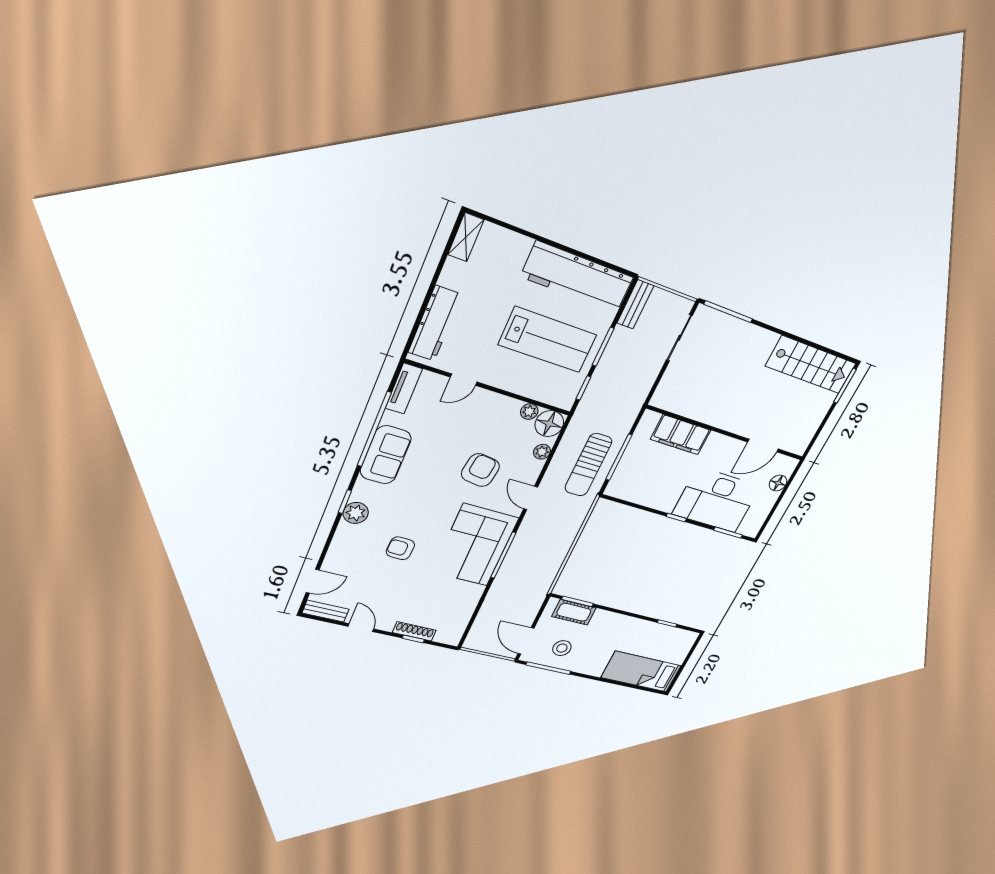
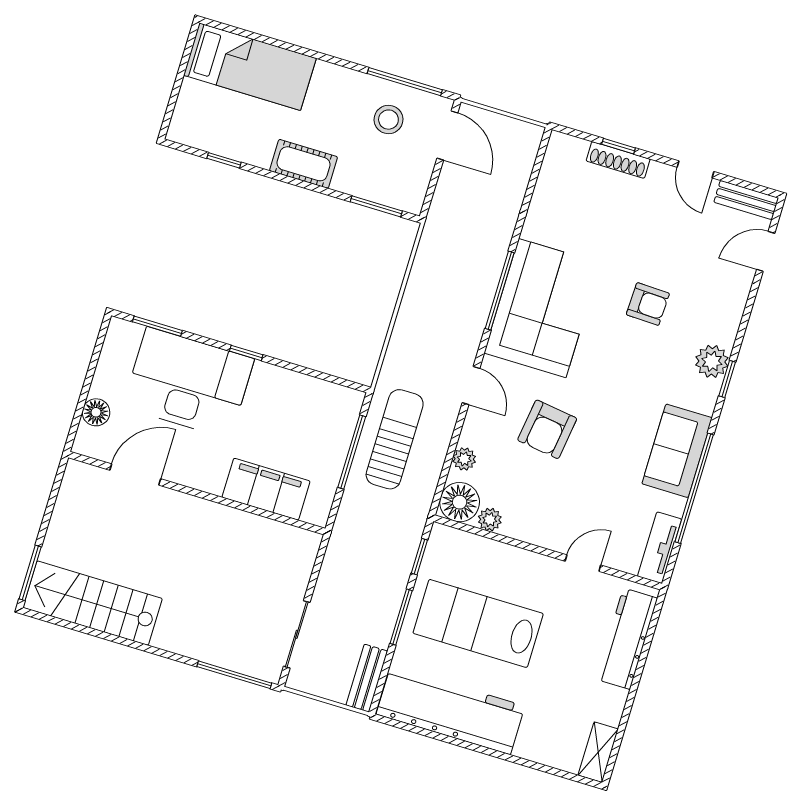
cot: (574, 612) -> (304, 164), moved

